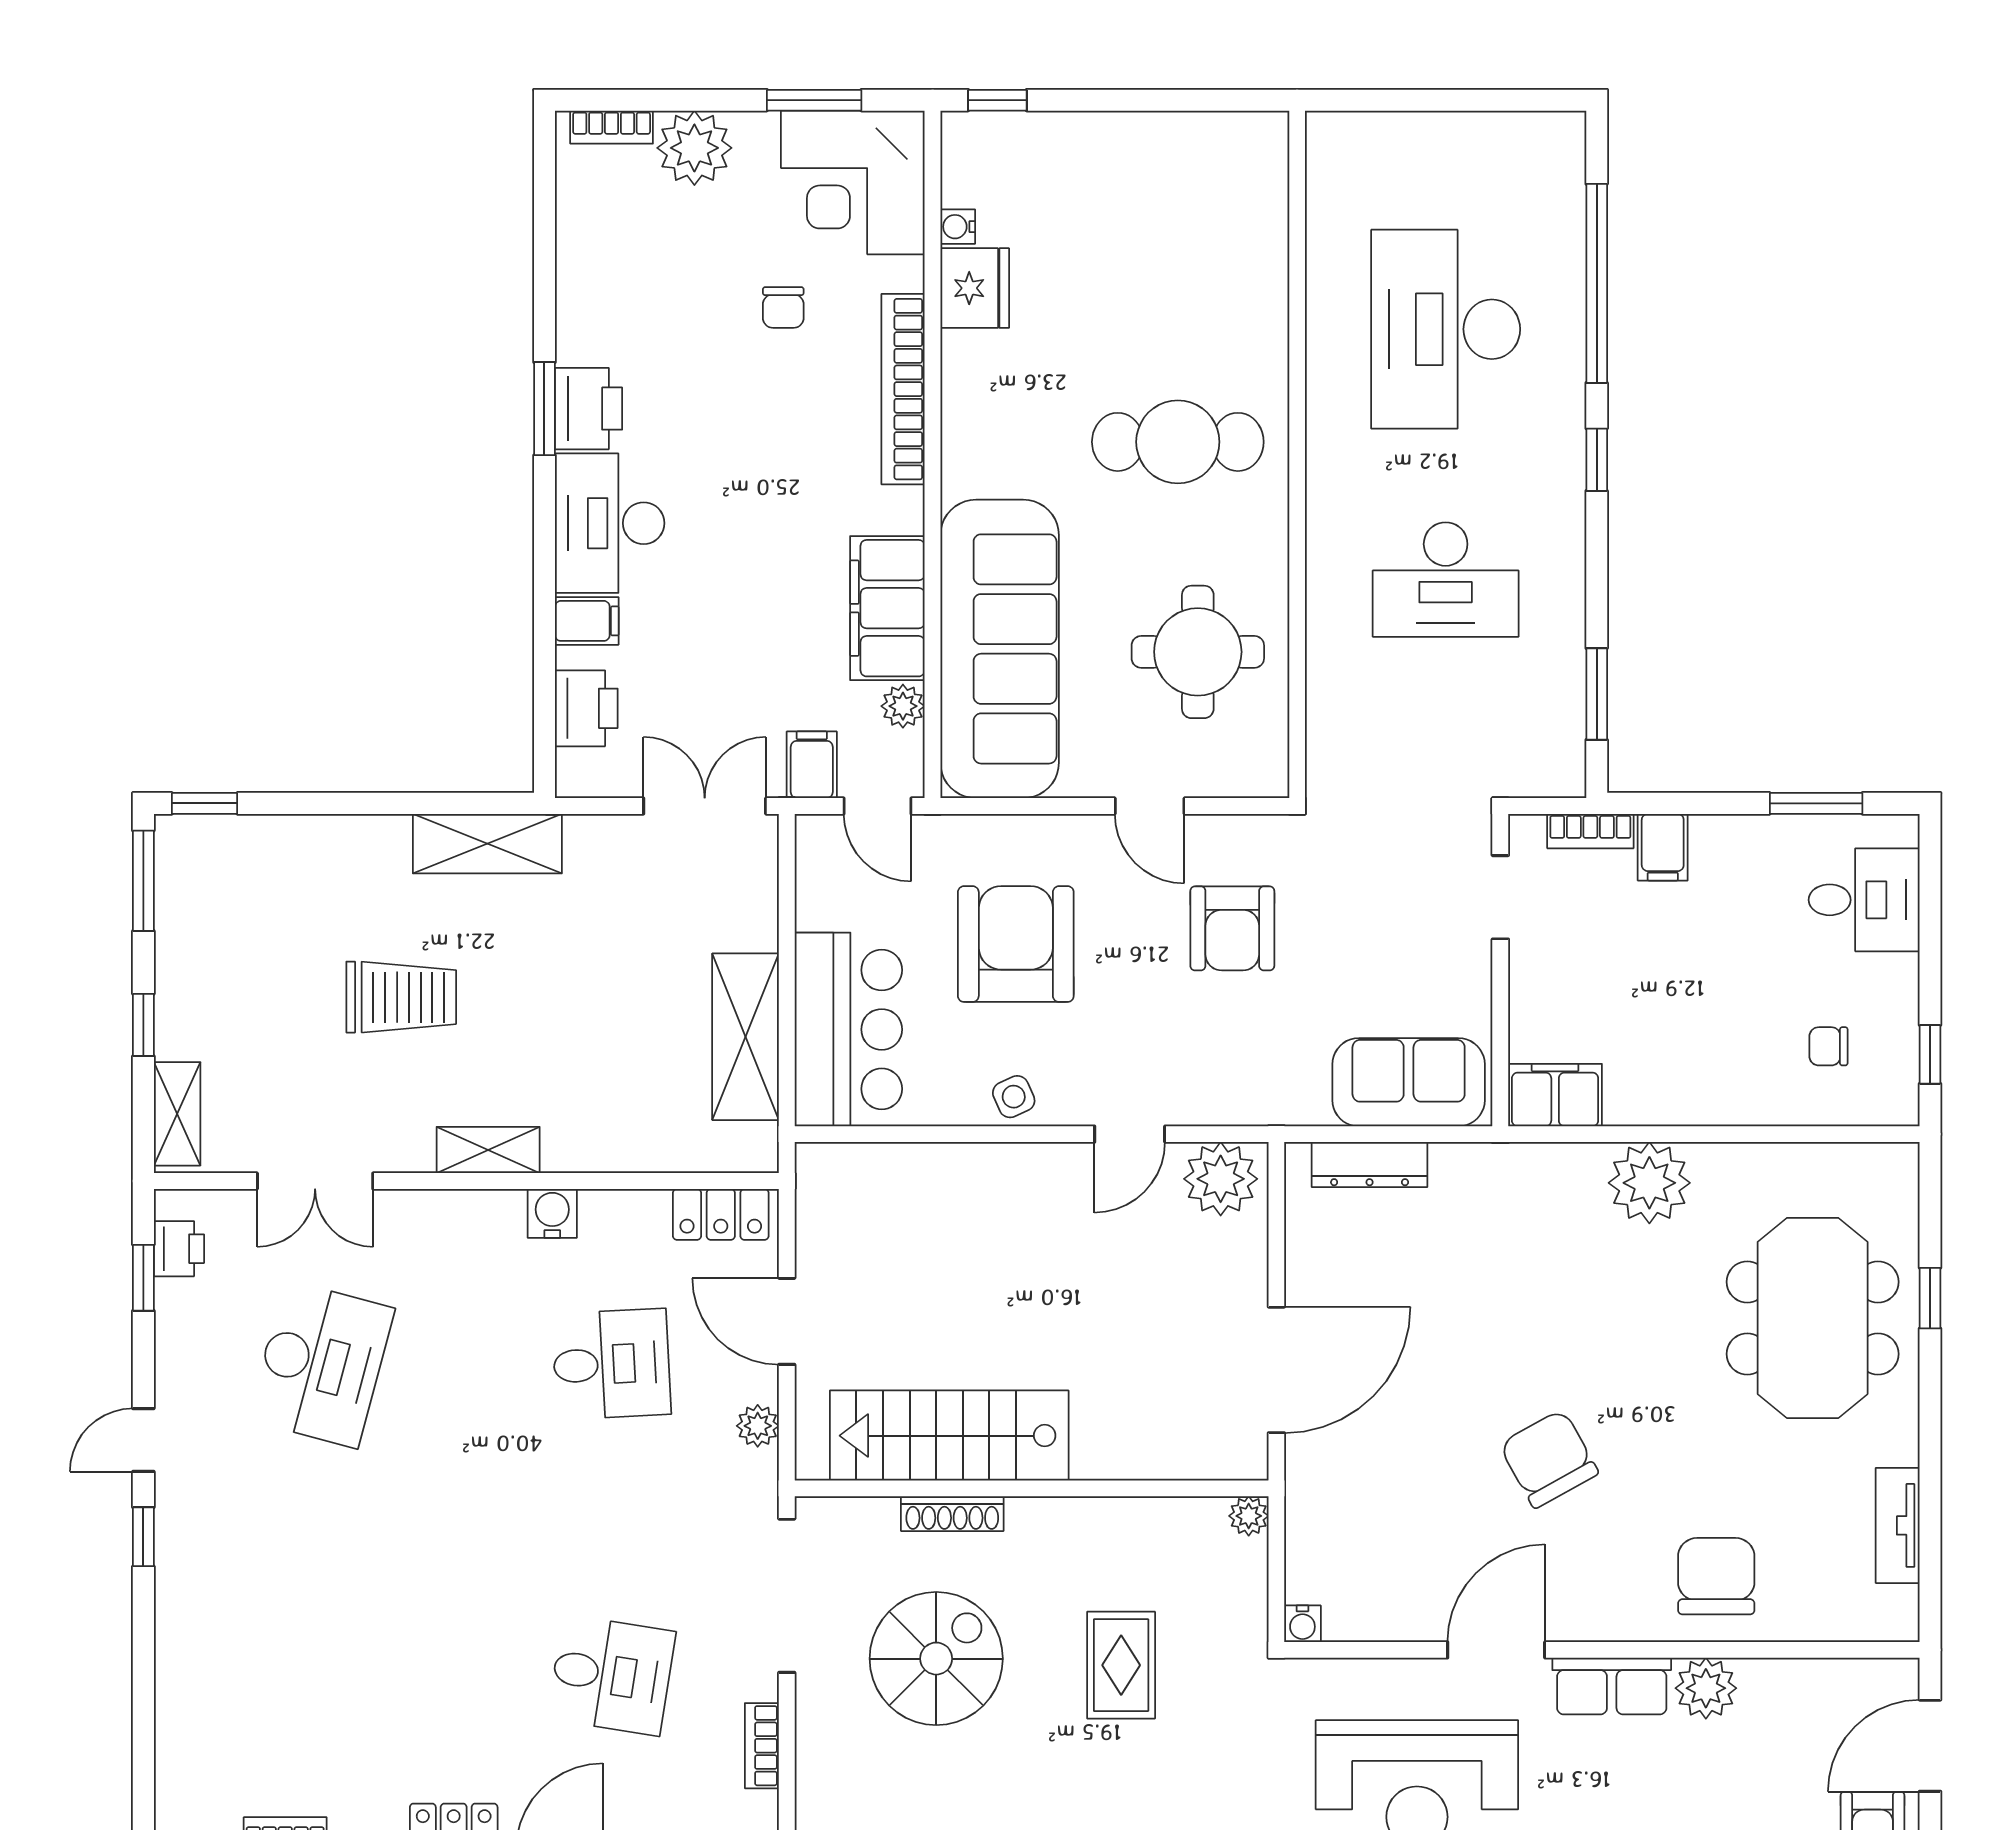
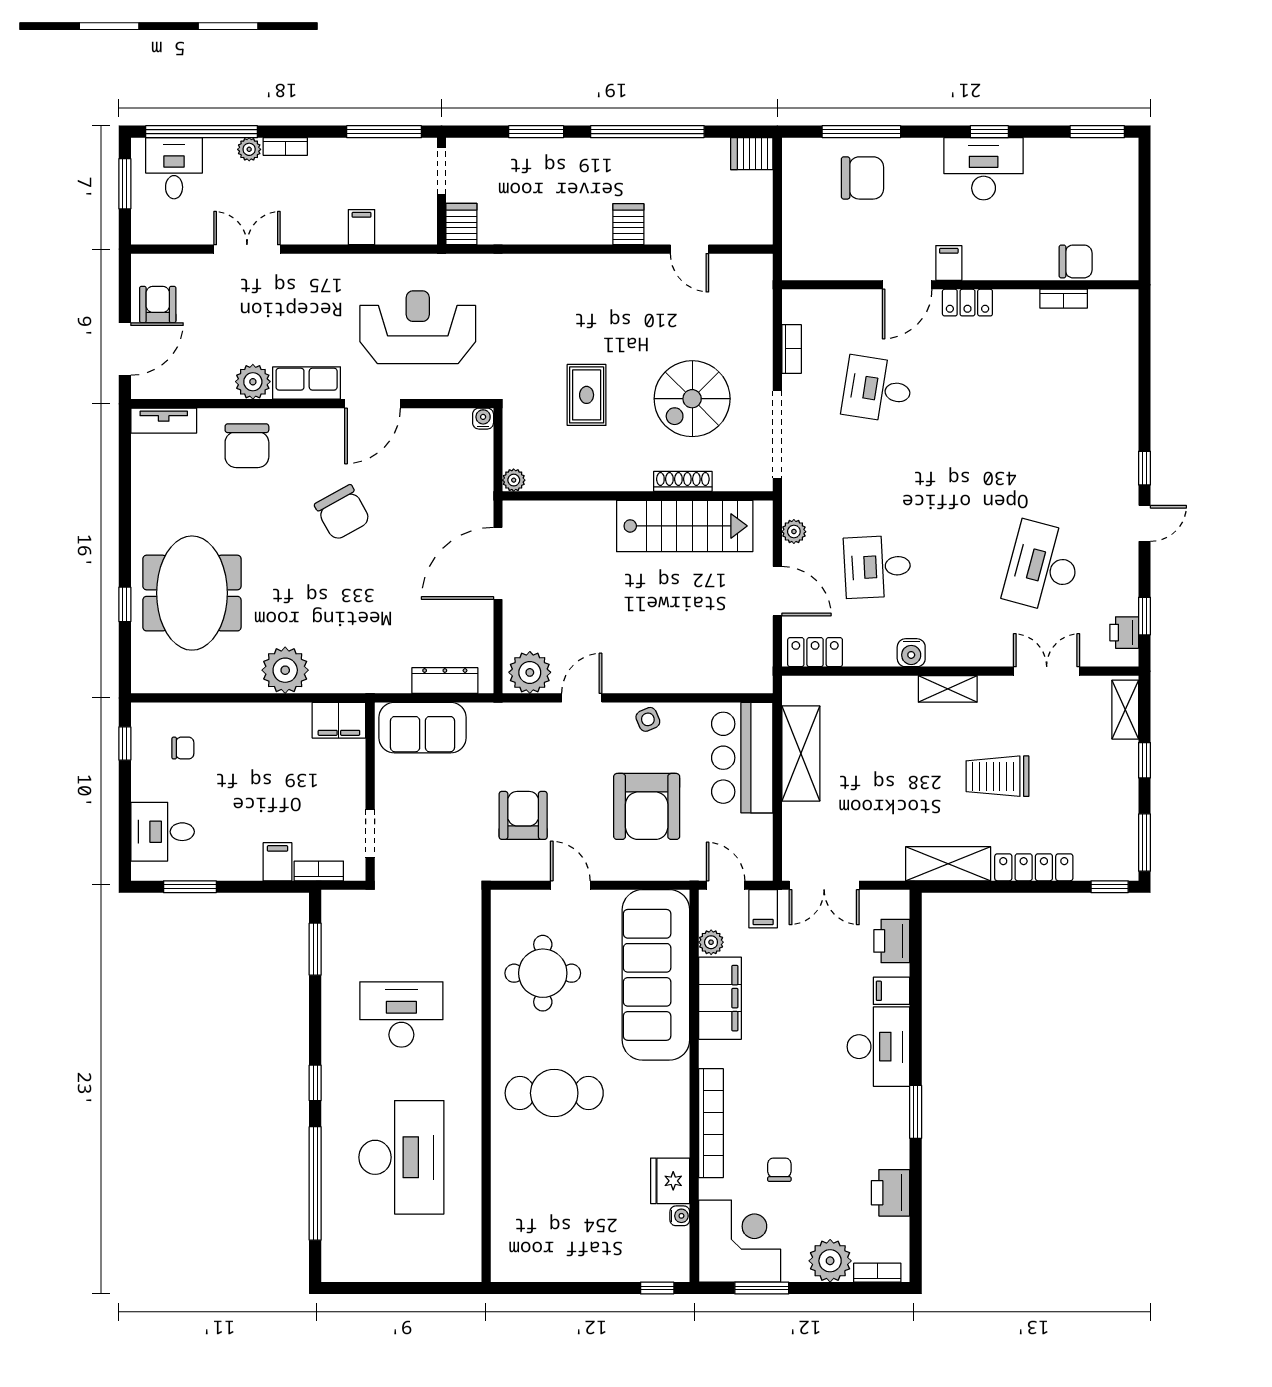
printer: (589, 409) -> (890, 1193), moved
locker: (337, 837) -> (1034, 867), added
tv unit: (1898, 1525) -> (164, 421), moved, turned 90

